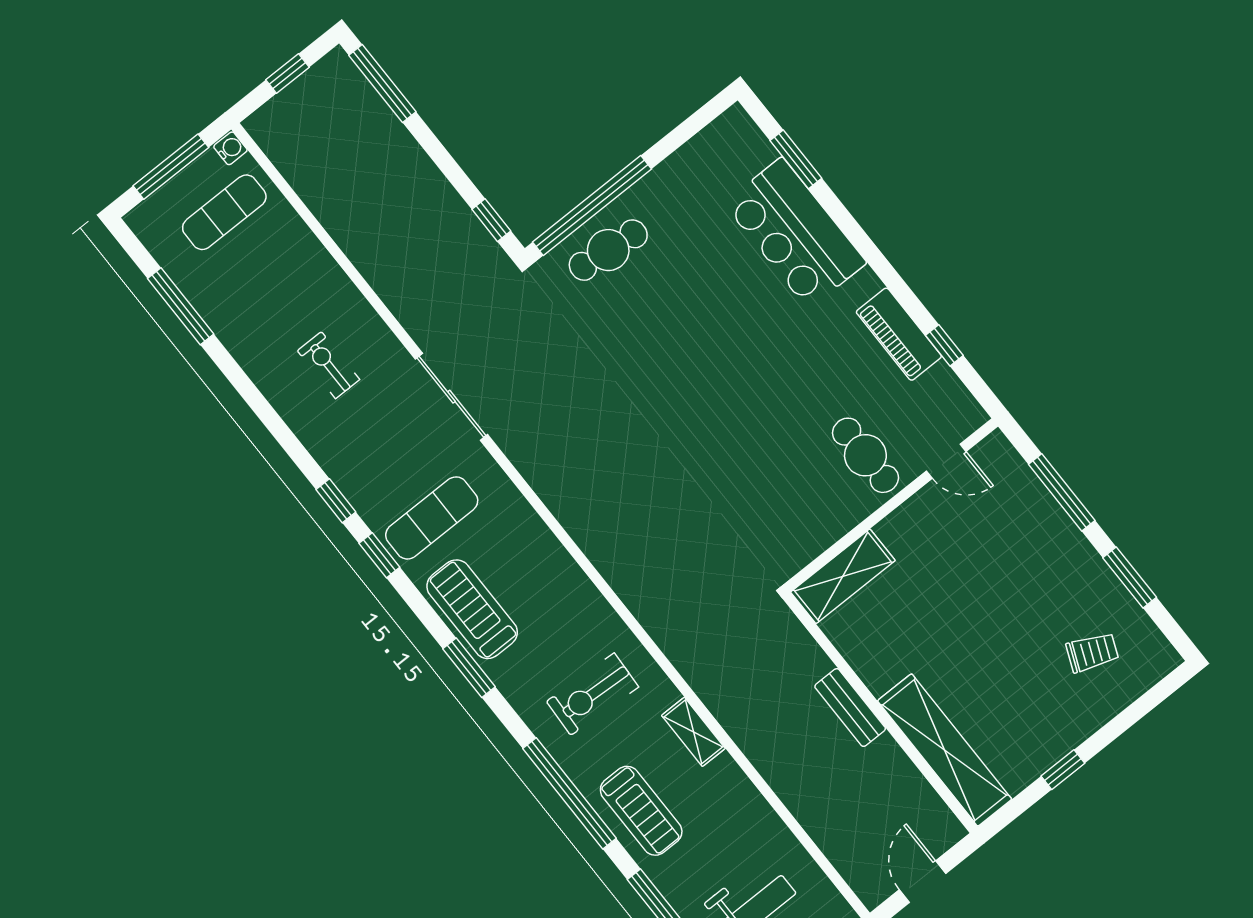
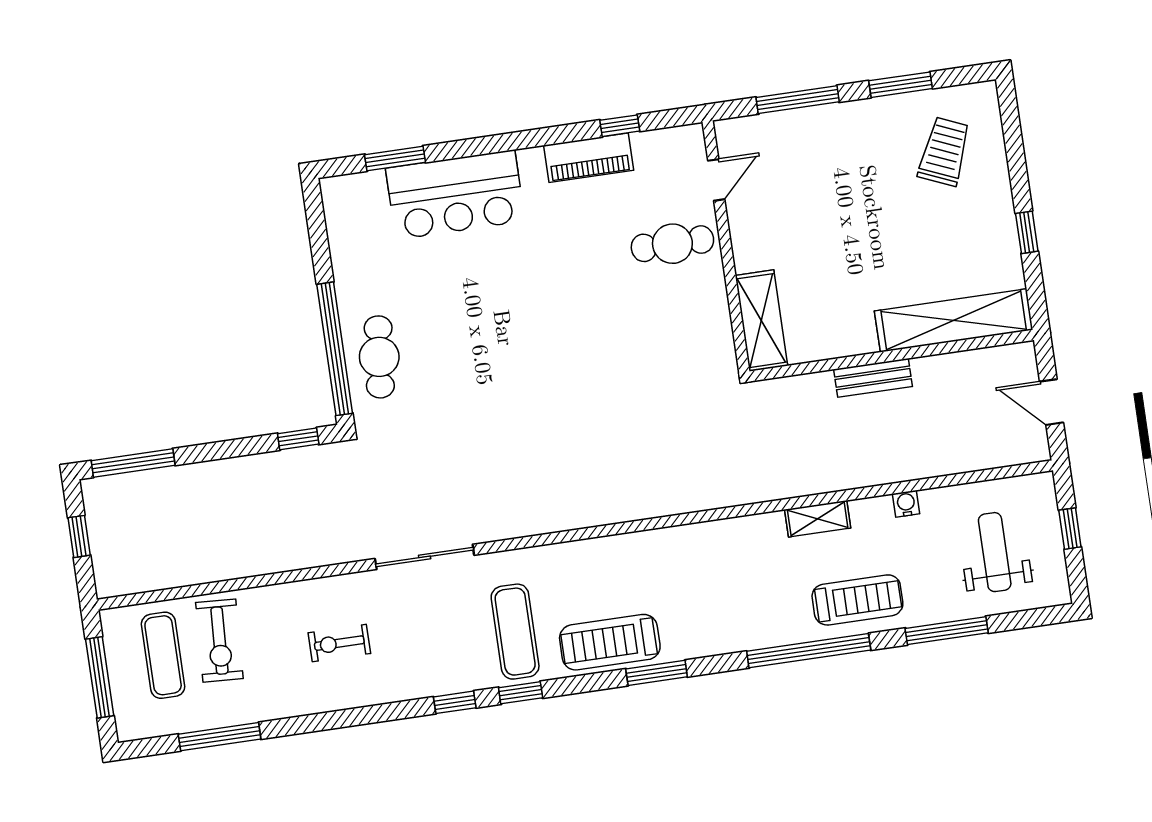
water cooler: (230, 148) -> (906, 504), moved
trolley: (1092, 652) -> (944, 152), width x1.36, depth x1.39
exercise bike: (592, 694) -> (219, 641), moved

